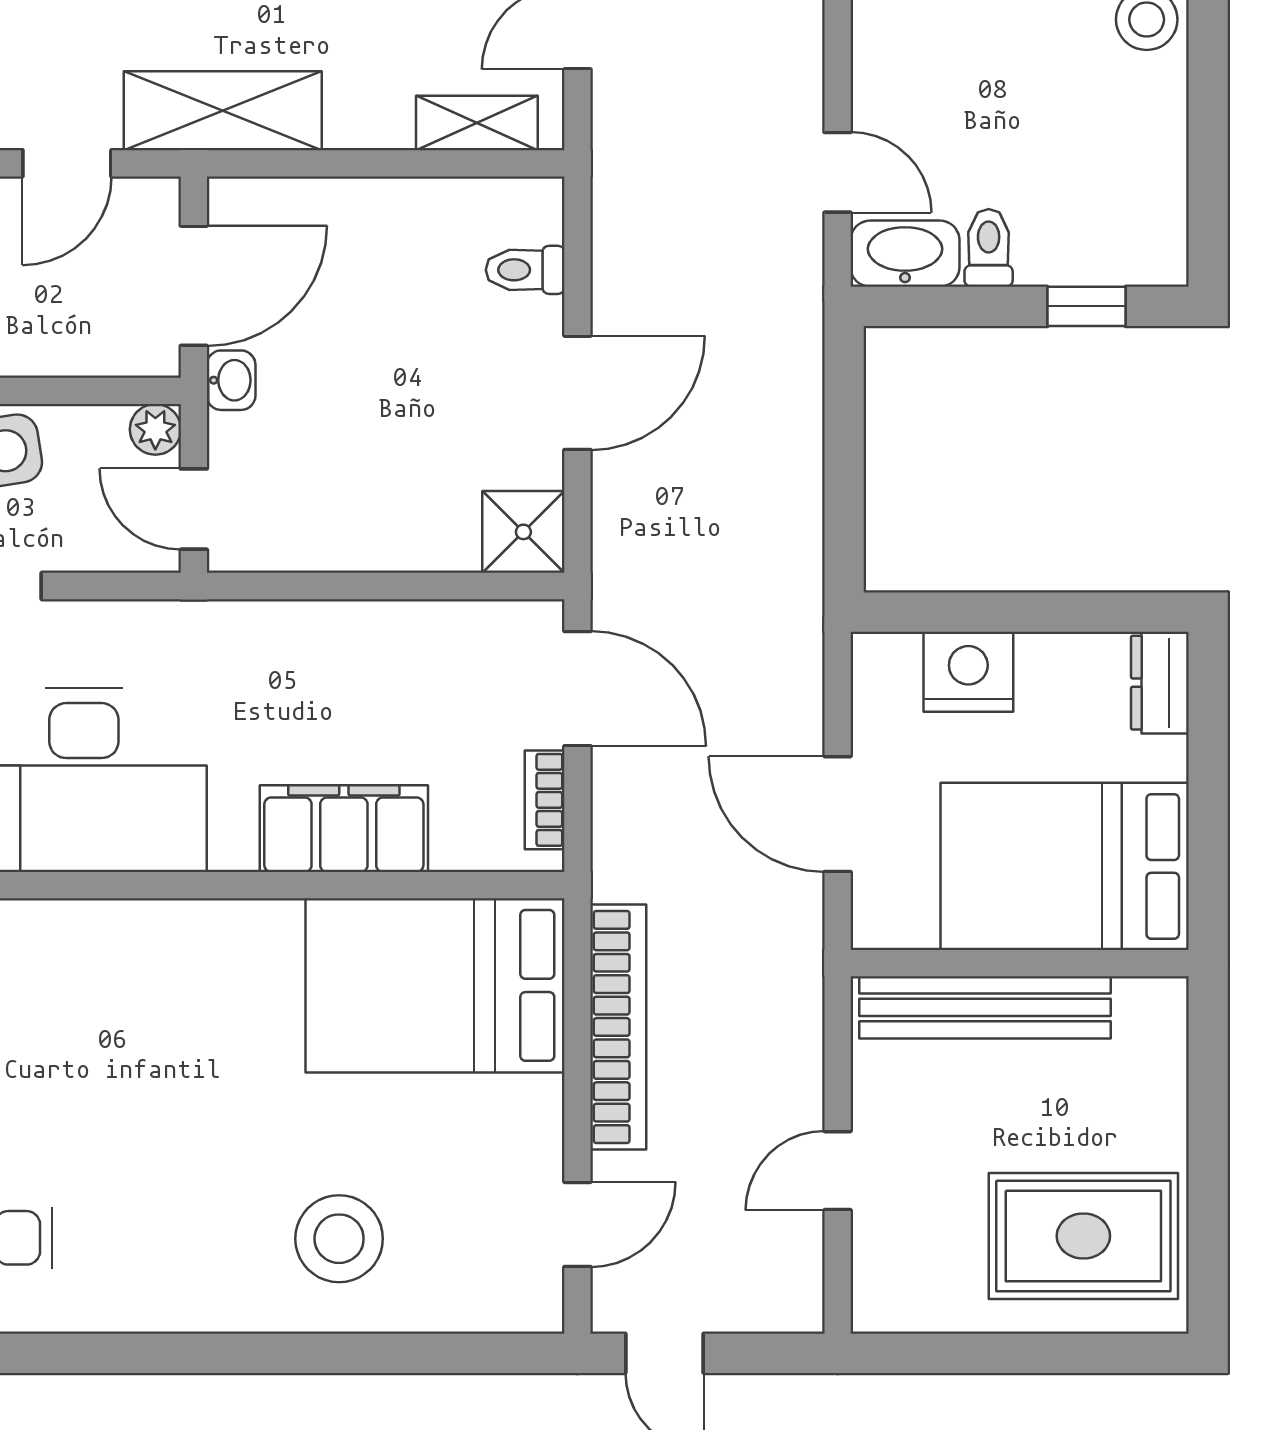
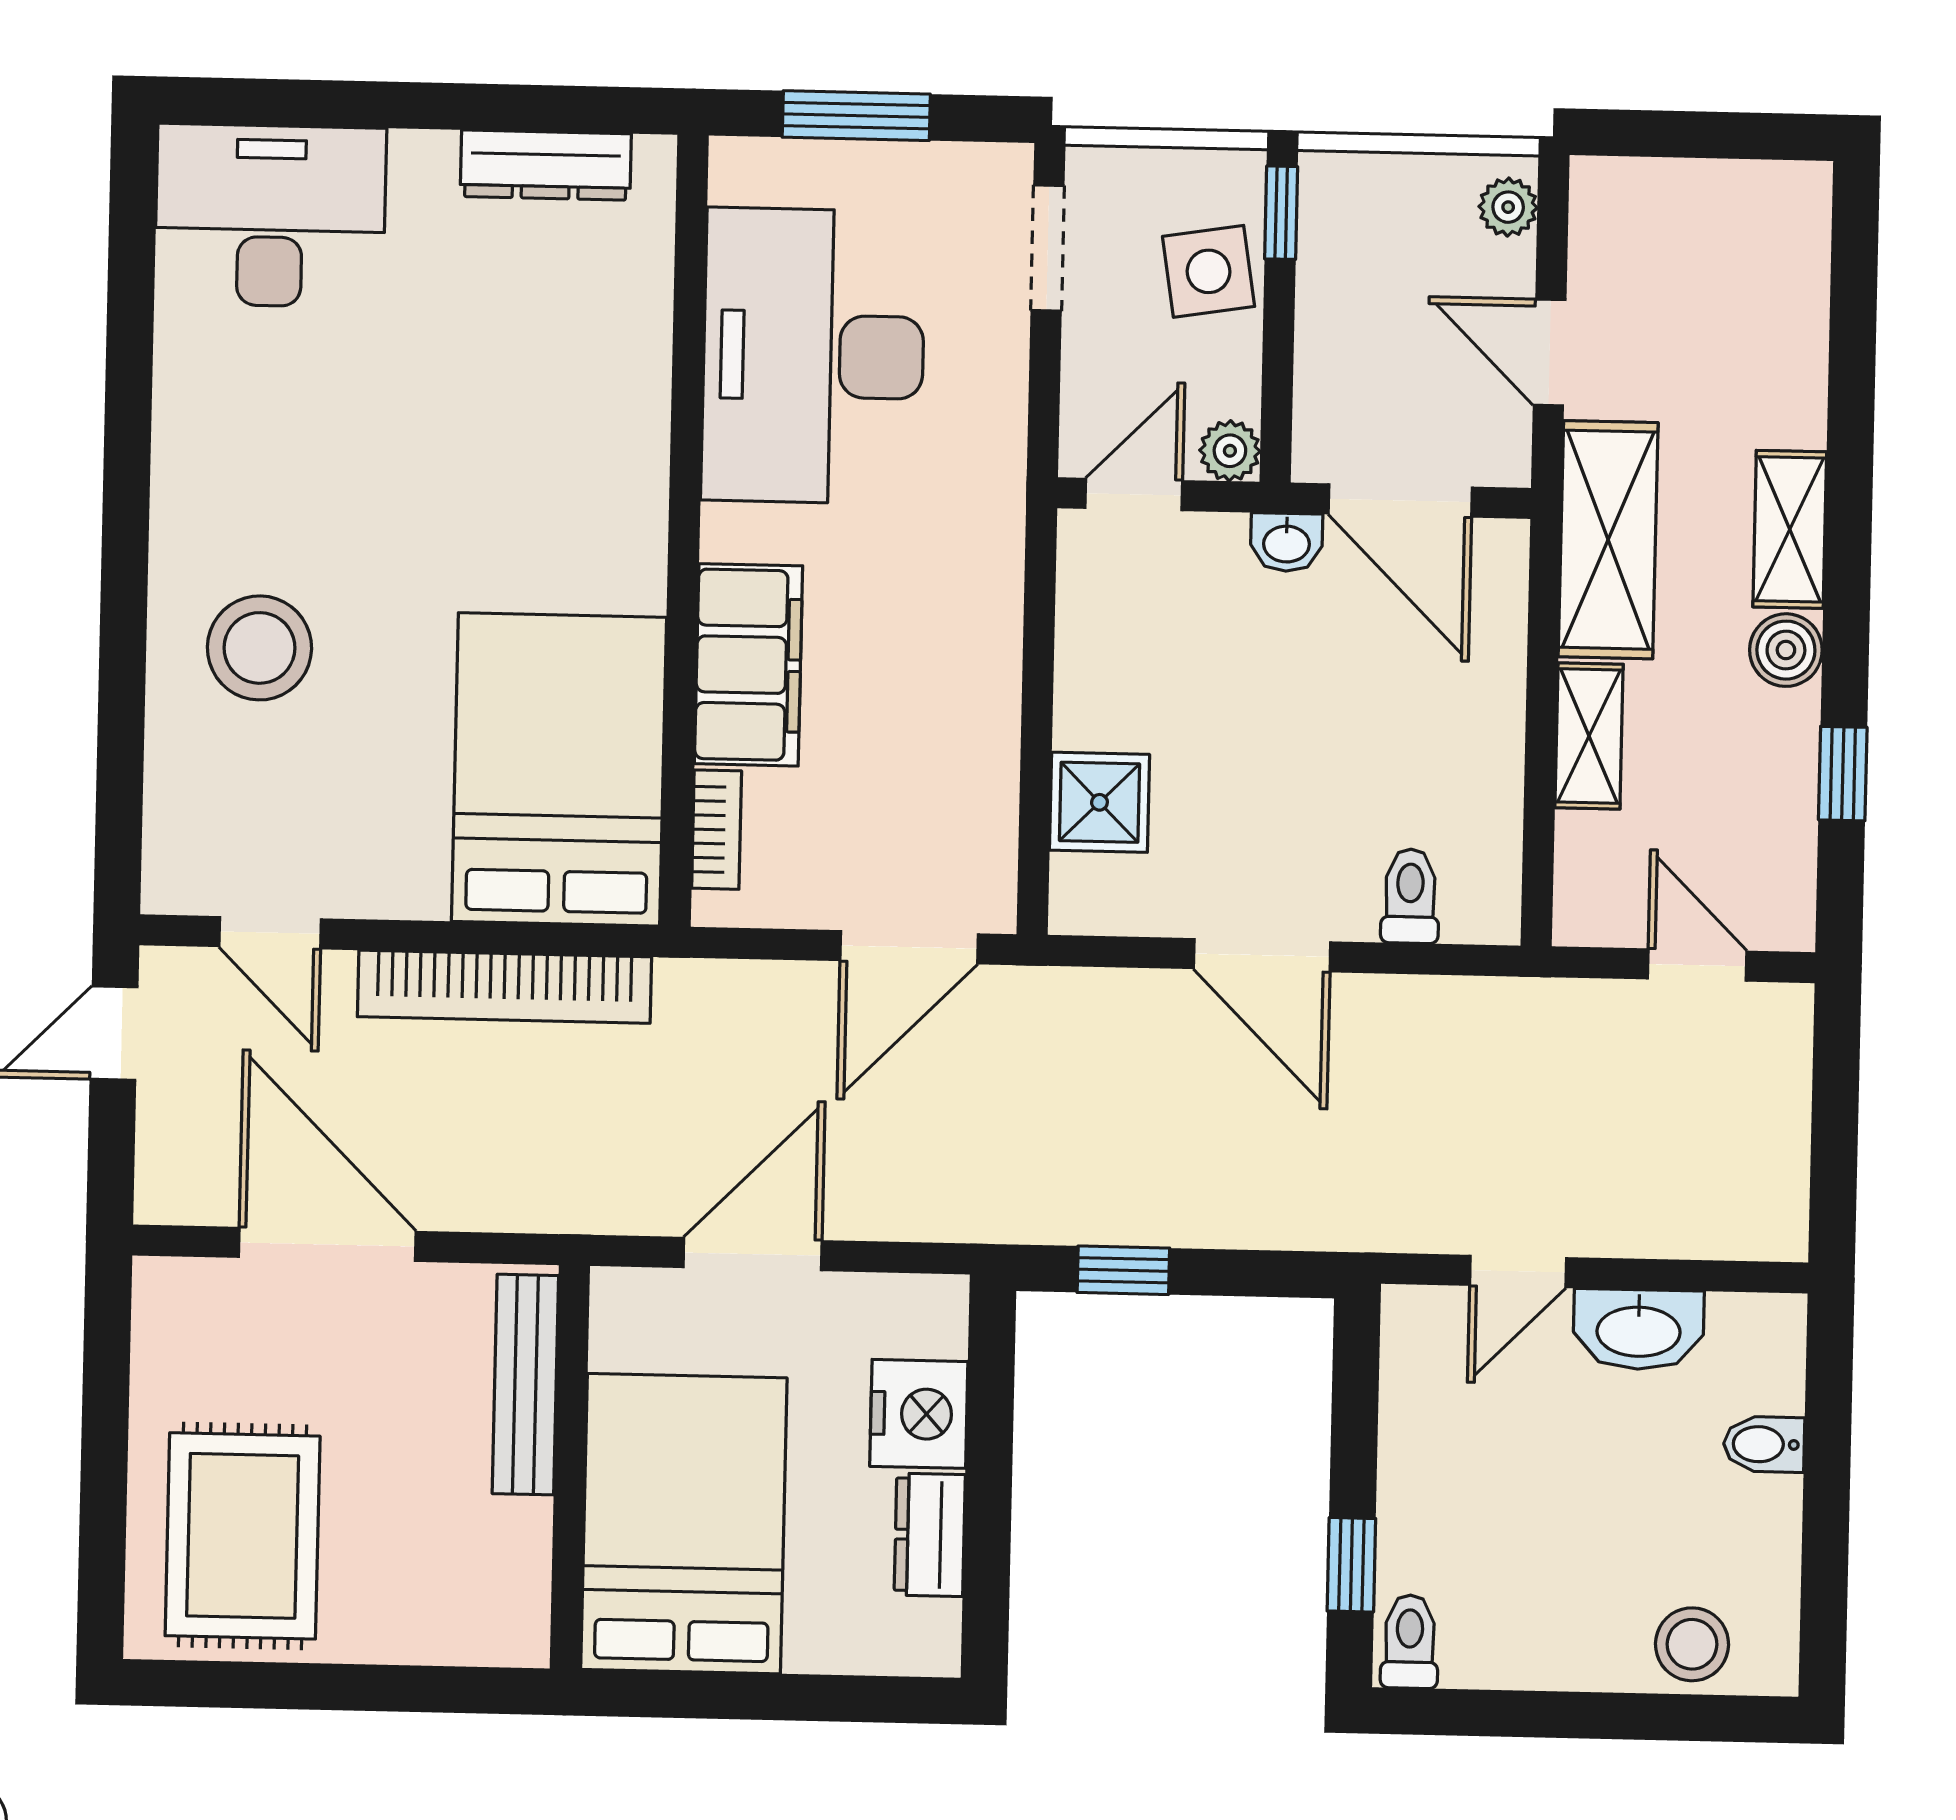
shelving: (477, 123) -> (1589, 736), moved
toilet: (989, 248) -> (1410, 1642), moved, turned -90
washbasin: (905, 254) -> (1639, 1329), moved, turned 90
window: (844, 503) -> (1123, 1270), added
shower: (523, 532) -> (1099, 802), moved
dresser: (1160, 683) -> (930, 1535), moved, turned -90
bookcase: (545, 800) -> (717, 830), moved, turned 90
bench: (985, 1007) -> (525, 1385), width x0.73, depth x0.82
door: (838, 1171) -> (327, 1244), width x1.87

